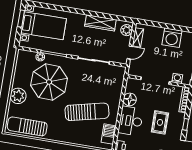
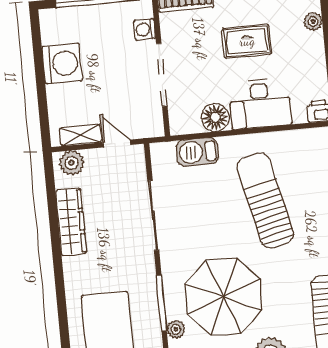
barbecue: (109, 134) -> (197, 152), moved

